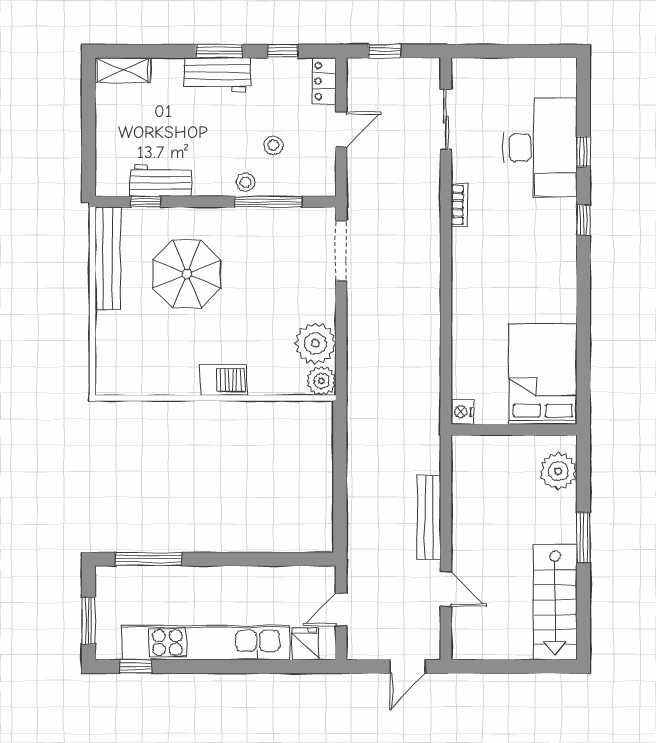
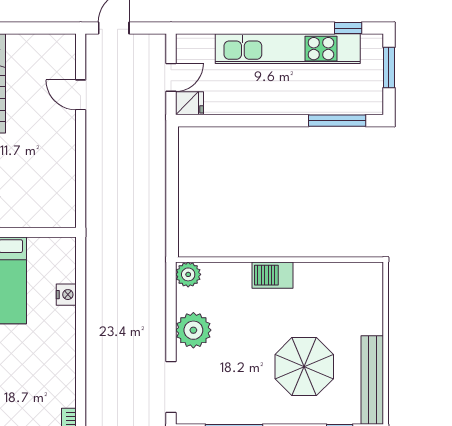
plant: (315, 343) -> (193, 330), moved
nightstand: (463, 412) -> (66, 295), moved
bench: (429, 518) -> (95, 157), removed
fridge: (305, 644) -> (189, 103), moved, turned -90

